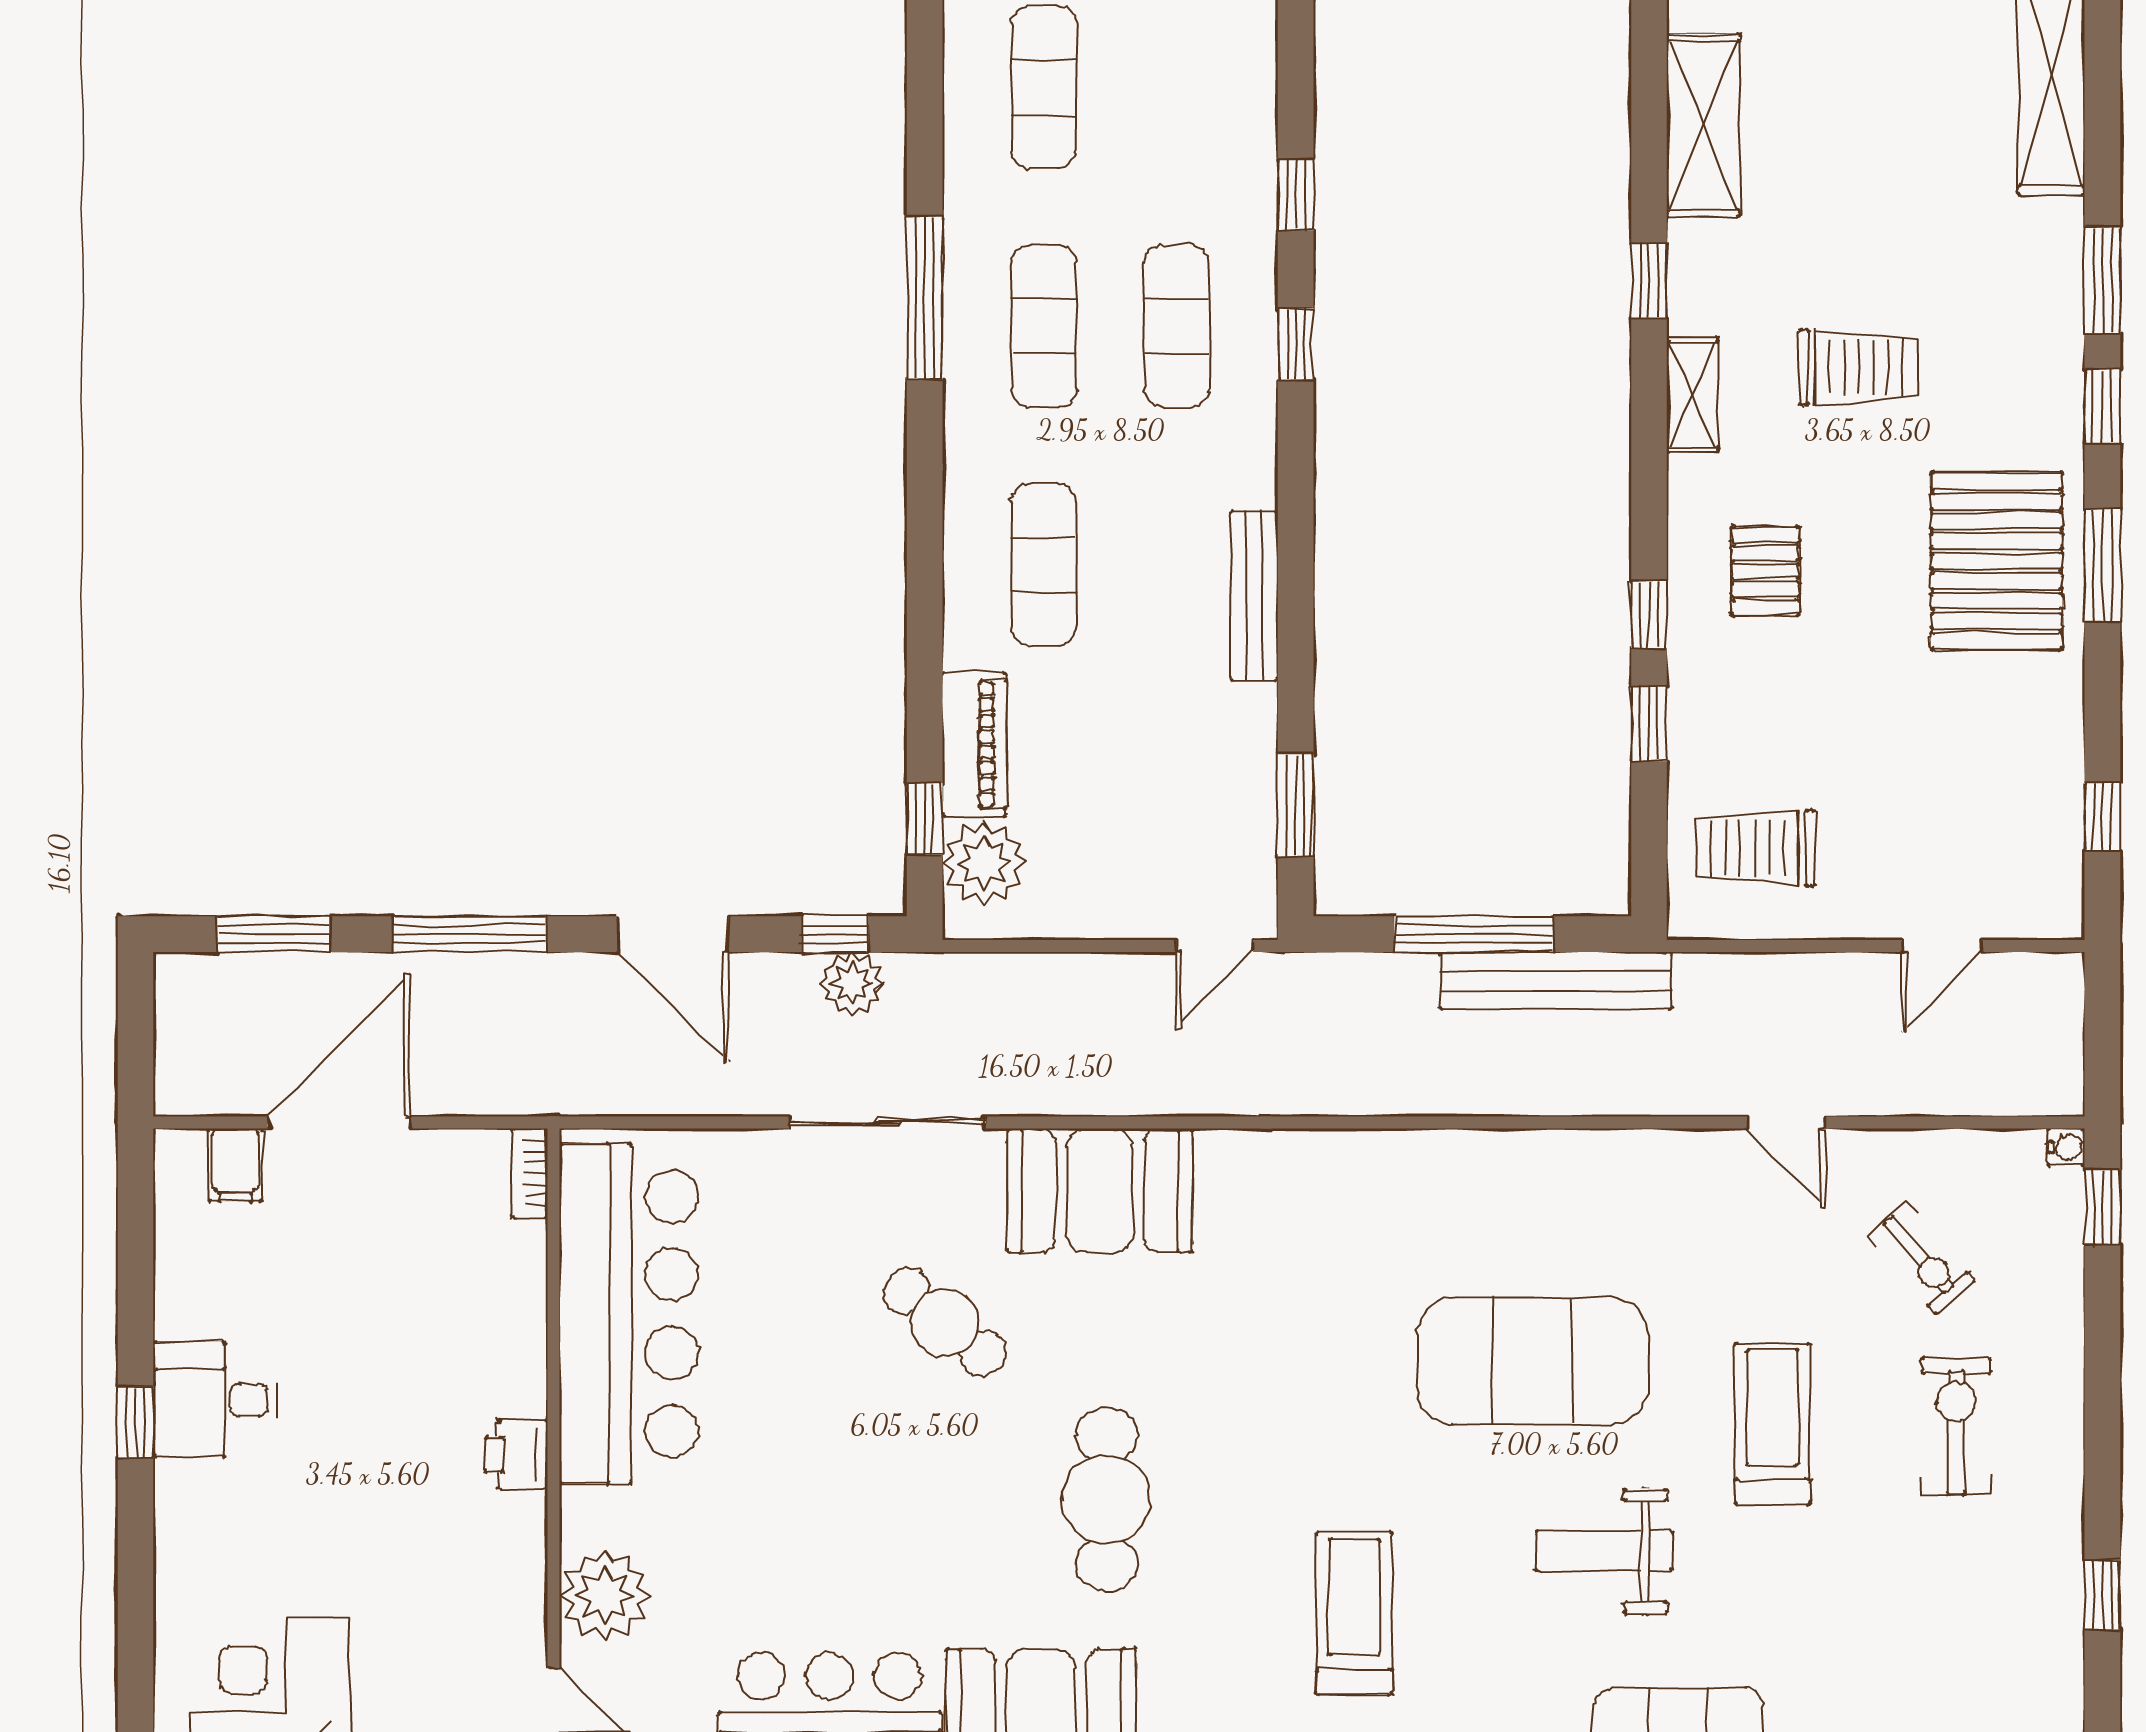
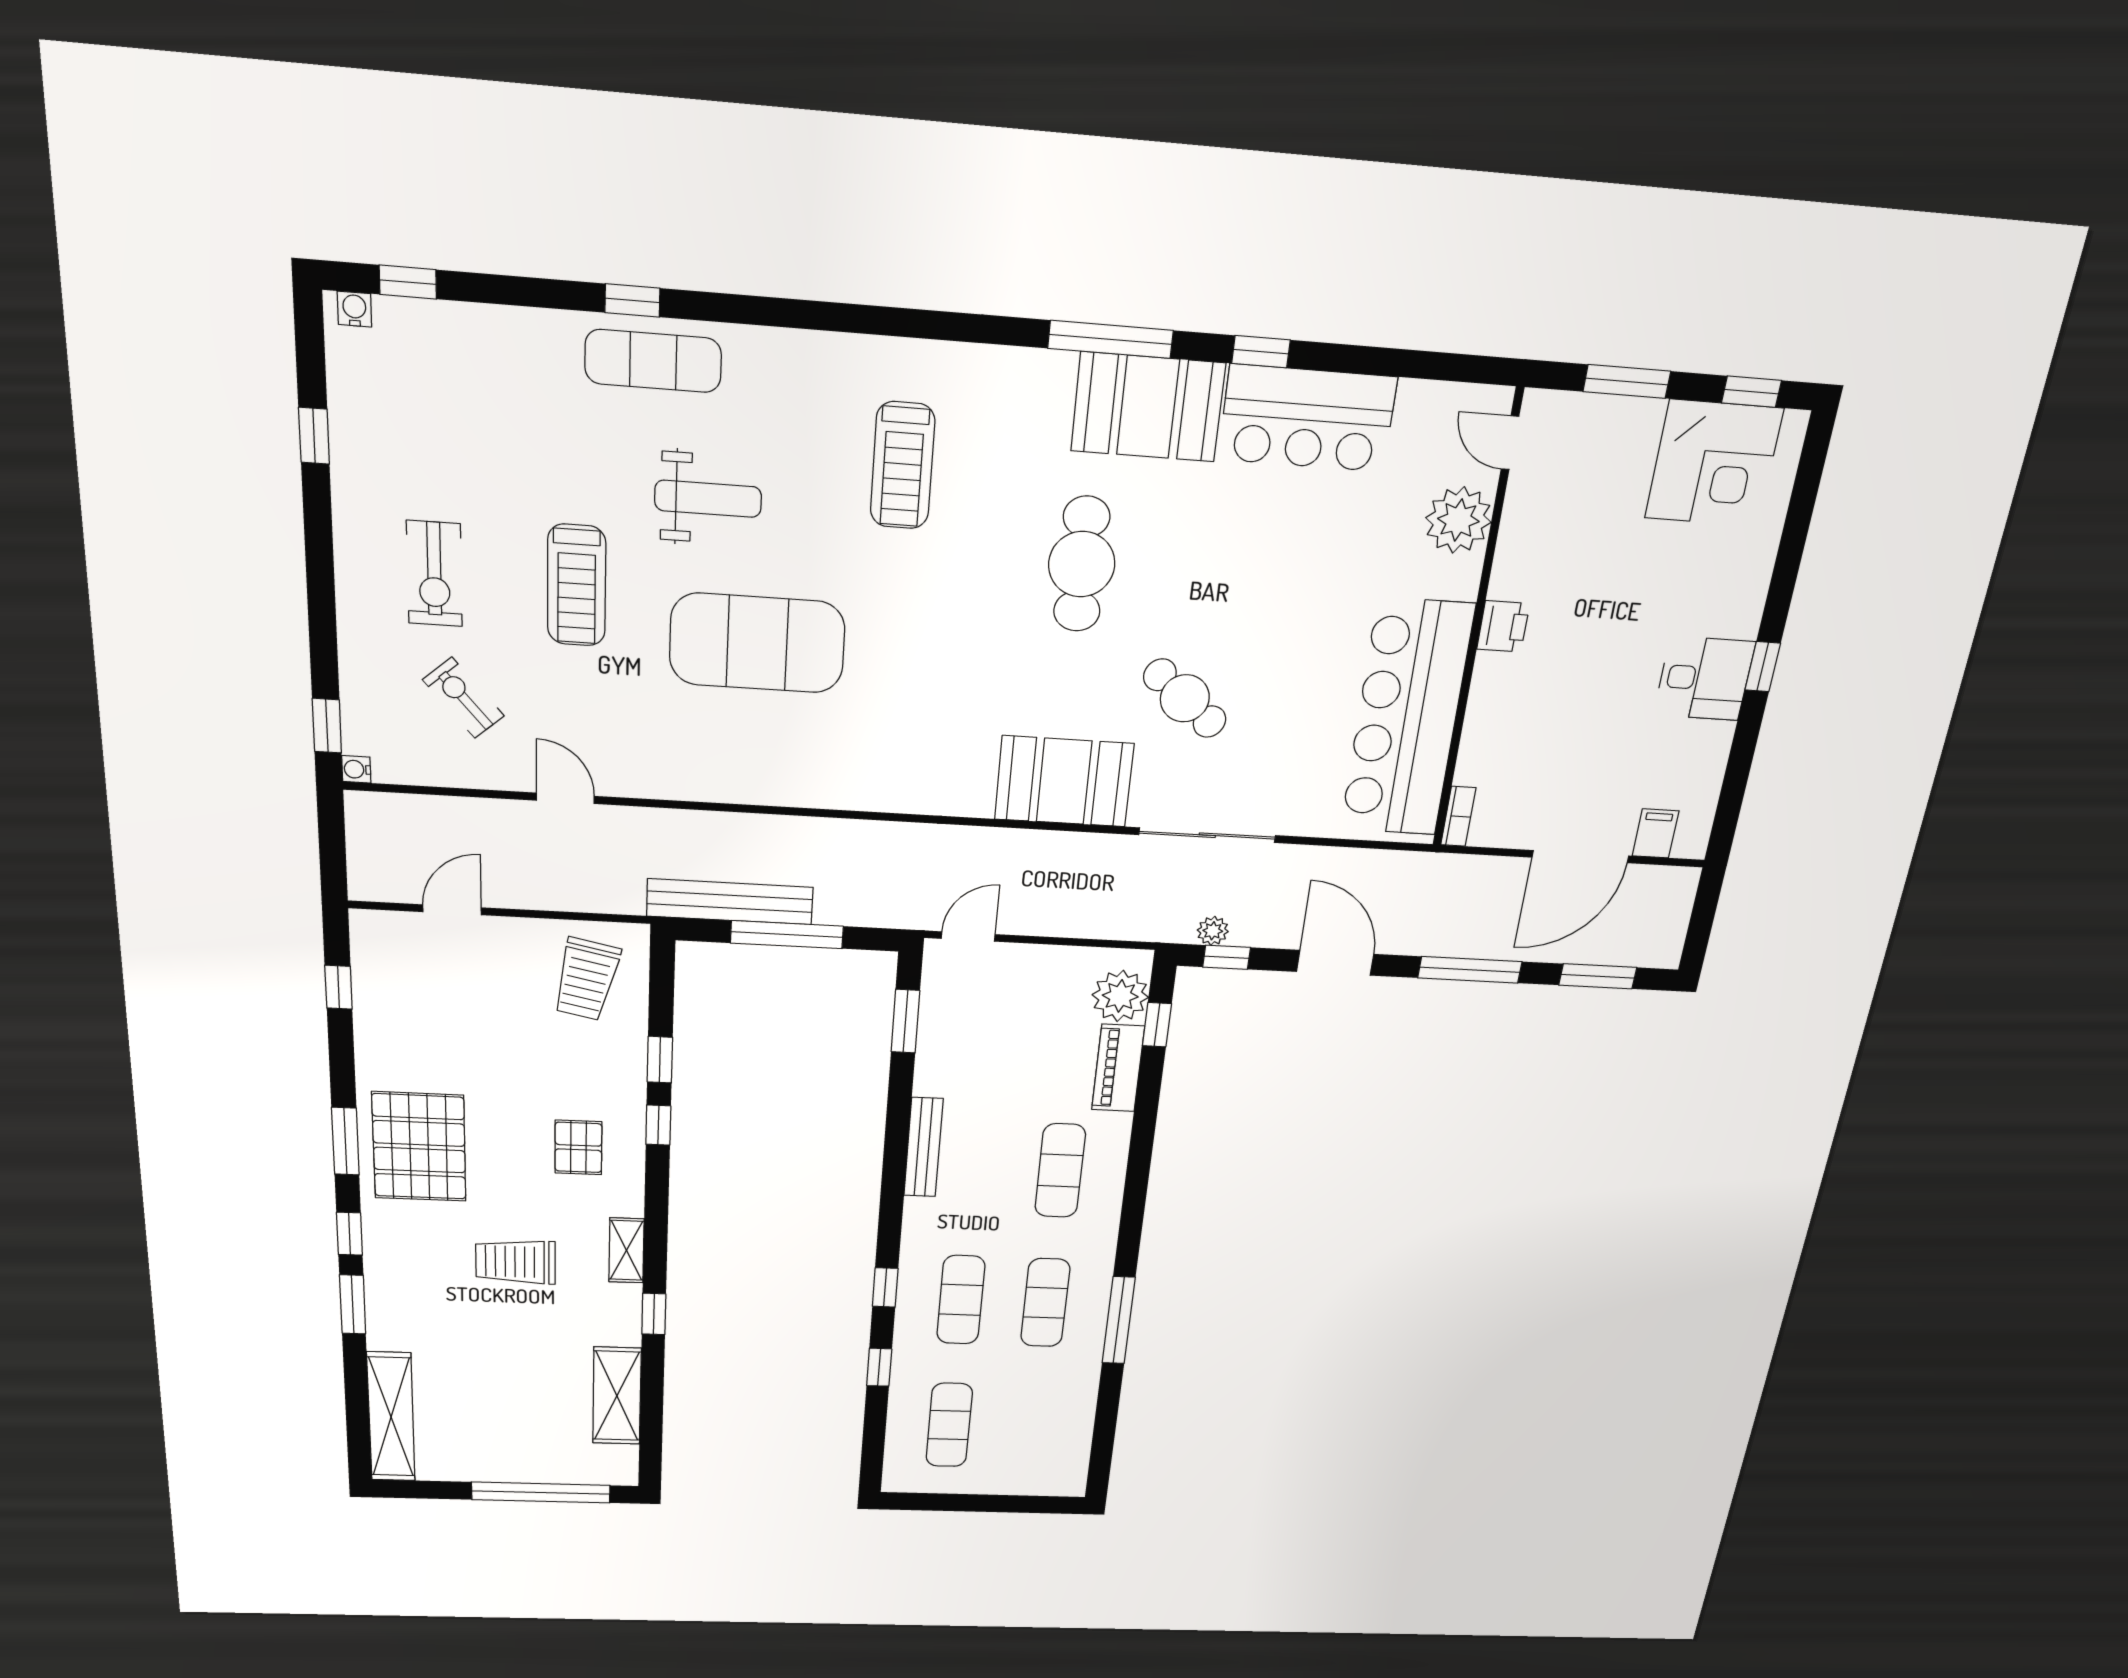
exercise mat: (1044, 87) -> (949, 1425), moved
trolley: (1756, 848) -> (586, 979), turned 102
plant: (852, 984) -> (1213, 931), width x0.73, depth x0.73

